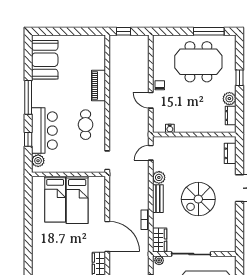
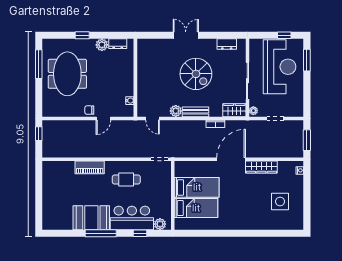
window: (124, 31) -> (39, 134), moved
booth: (45, 60) -> (91, 218), moved
dresser: (230, 153) -> (227, 44), moved

